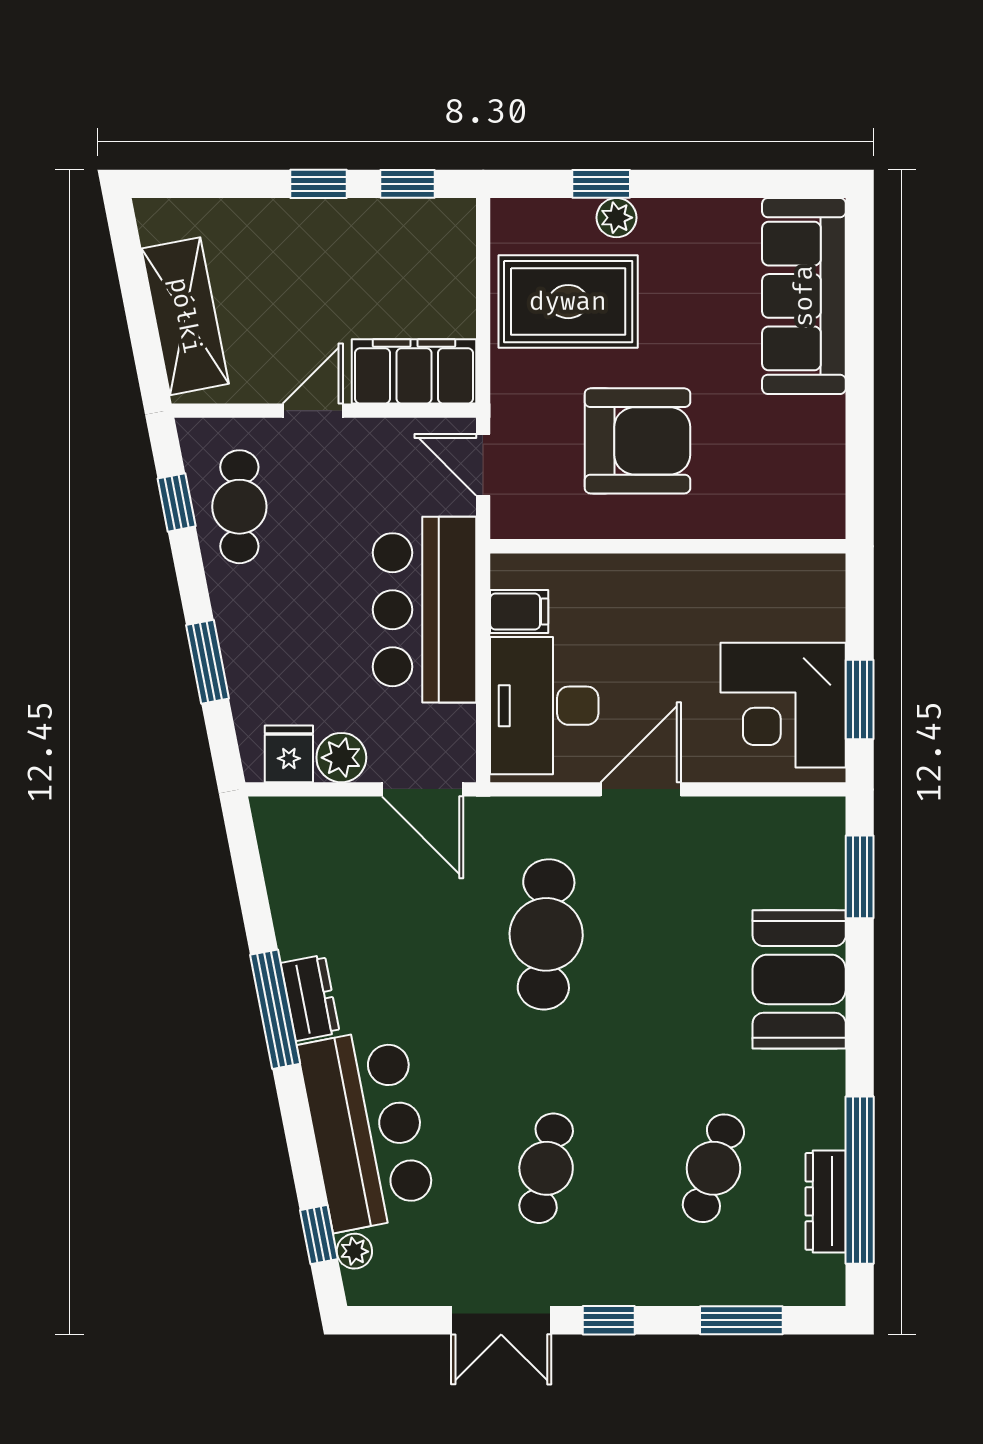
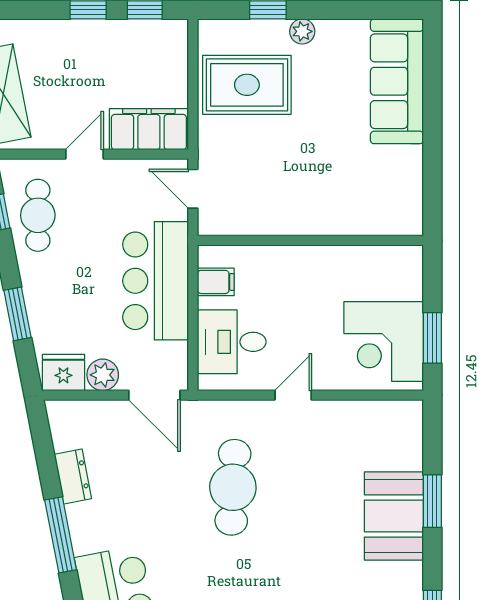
plant: (616, 218) -> (302, 31), moved
armchair: (637, 441) -> (291, 173), removed
desk: (544, 706) -> (232, 342), width x0.73
fridge: (289, 754) -> (63, 373), width x1.38
door: (641, 789) -> (293, 395), width x0.73
window: (860, 877) -> (432, 501), moved
dresser: (310, 998) -> (73, 476), moved

